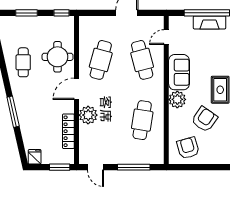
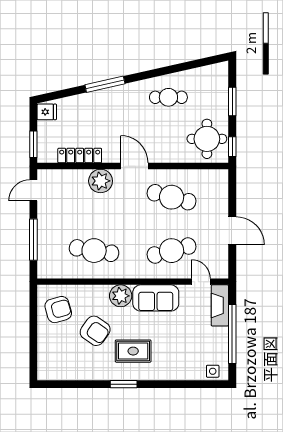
fireplace: (210, 22) -> (220, 305), moved
round table: (58, 57) -> (207, 139), moved

